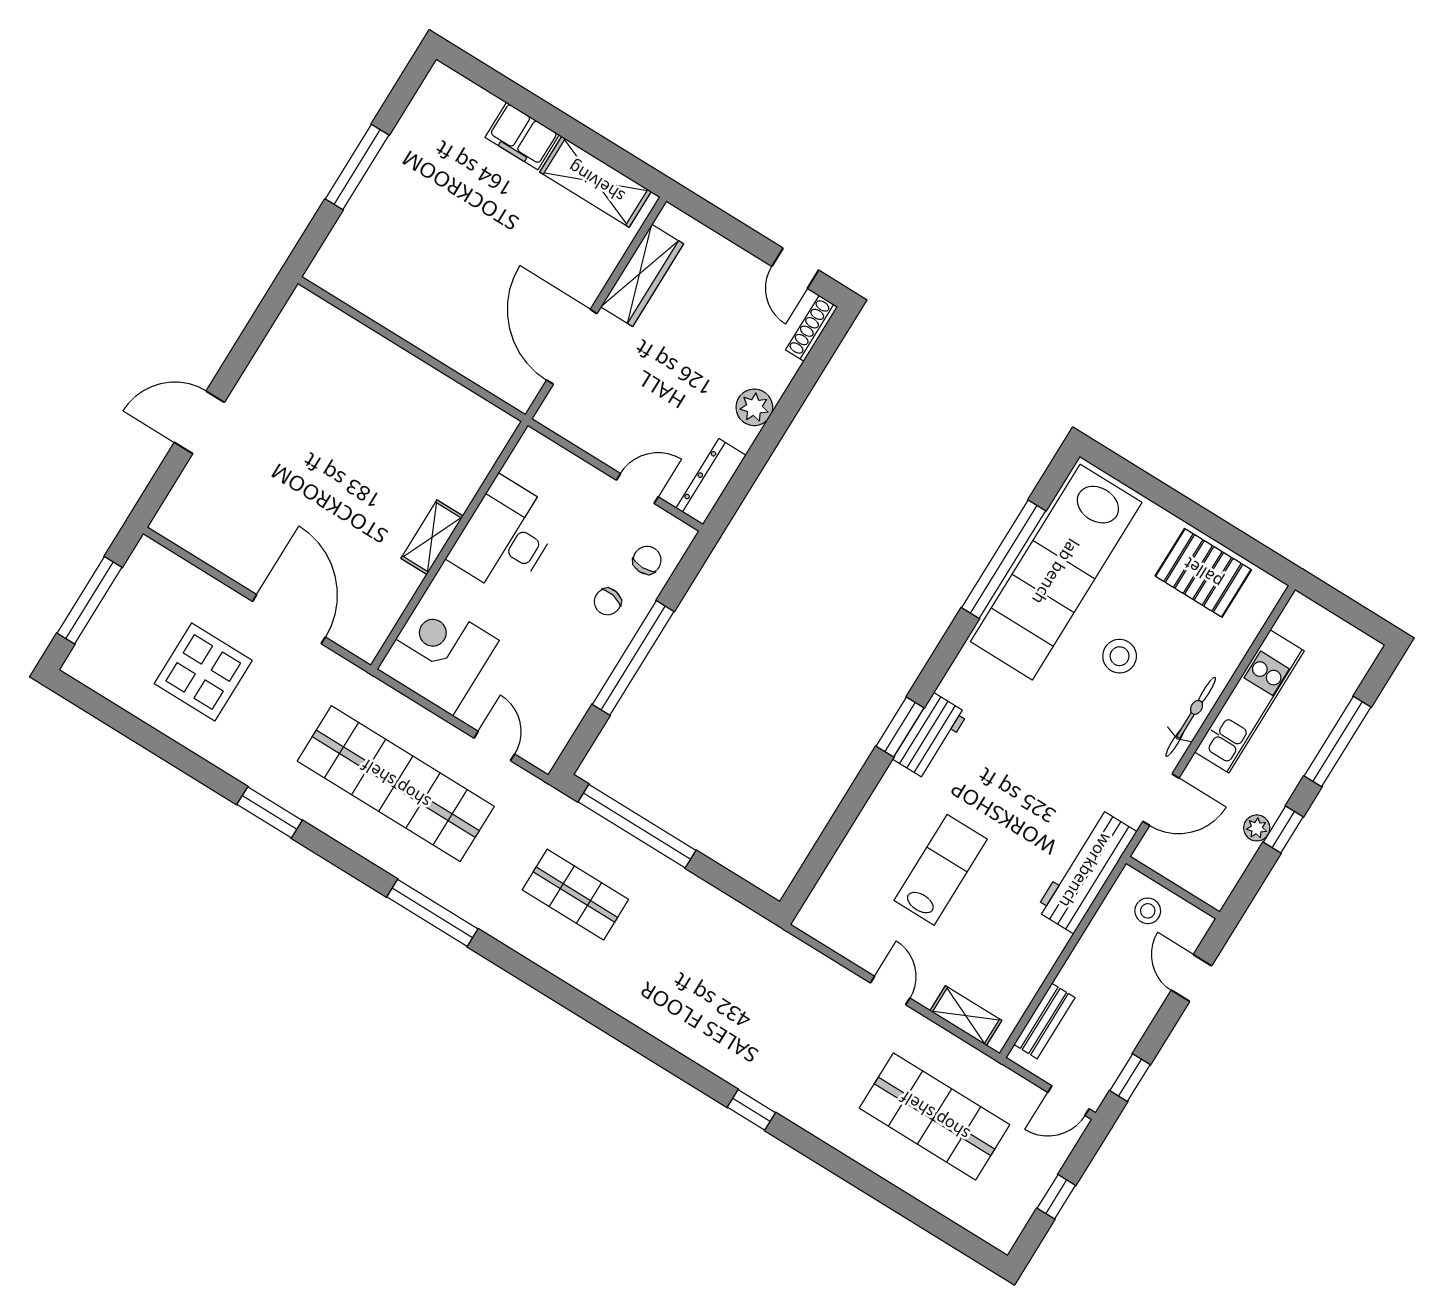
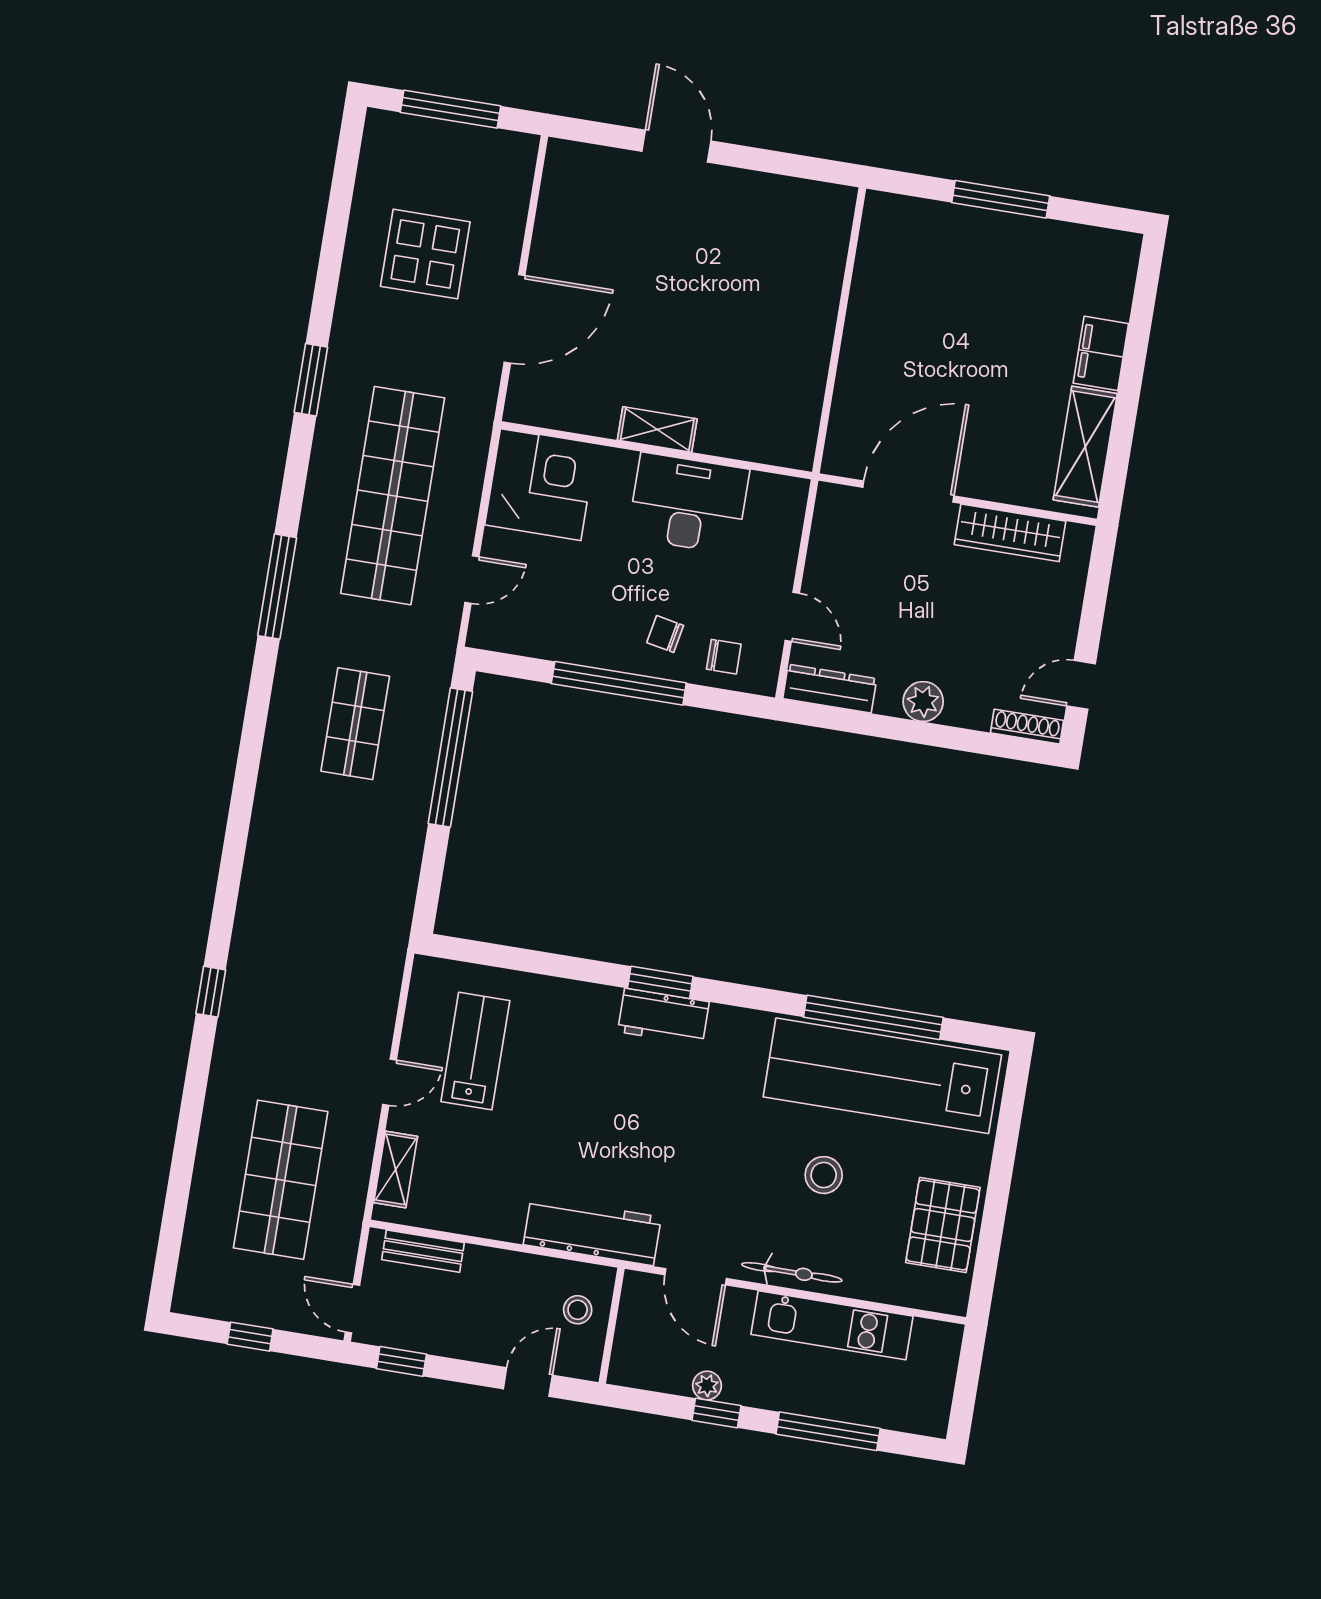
lab bench: (941, 870) -> (475, 1051), moved, turned -90

